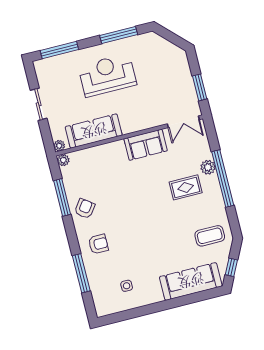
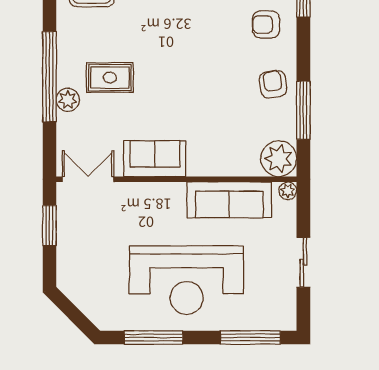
reception desk: (107, 75) -> (187, 280), width x1.36, depth x1.30
plant: (63, 160) -> (279, 159), width x1.88, depth x1.88
armchair: (85, 209) -> (273, 84), turned 135

